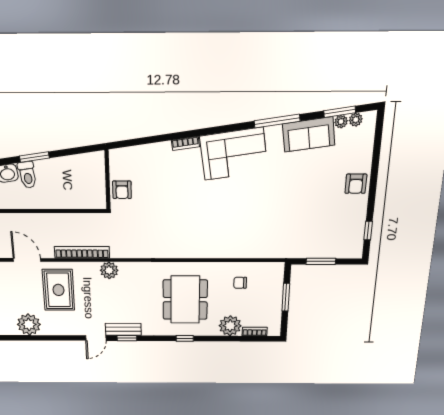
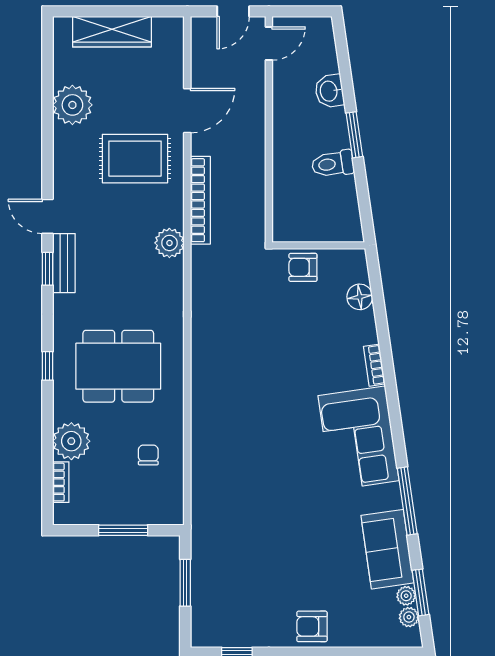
floor lamp: (140, 153) -> (360, 297), added
toilet: (27, 175) -> (333, 164), moved

